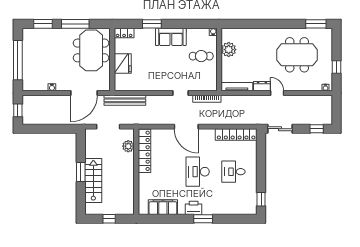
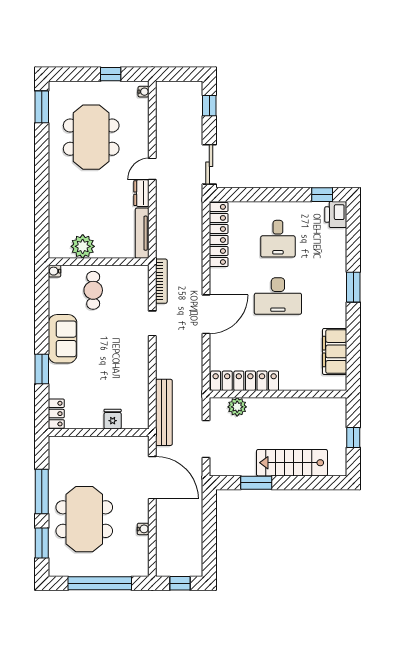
meeting table: (91, 50) -> (84, 519), moved, turned 90
fridge: (123, 64) -> (113, 419), width x0.53, depth x0.75
window: (81, 172) -> (256, 483), moved
printer: (194, 208) -> (336, 214), moved

